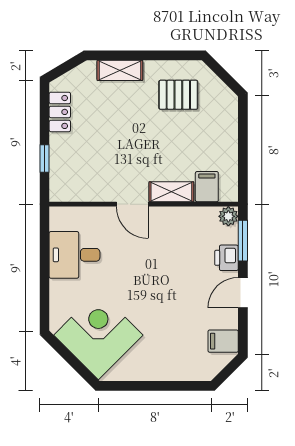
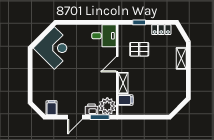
pallet: (178, 95) -> (139, 49), moved, turned 90
plant: (228, 216) -> (107, 106), width x1.87, depth x1.87
desk: (74, 255) -> (104, 36), moved, turned 90
door: (243, 293) -> (75, 117), swing flipped

